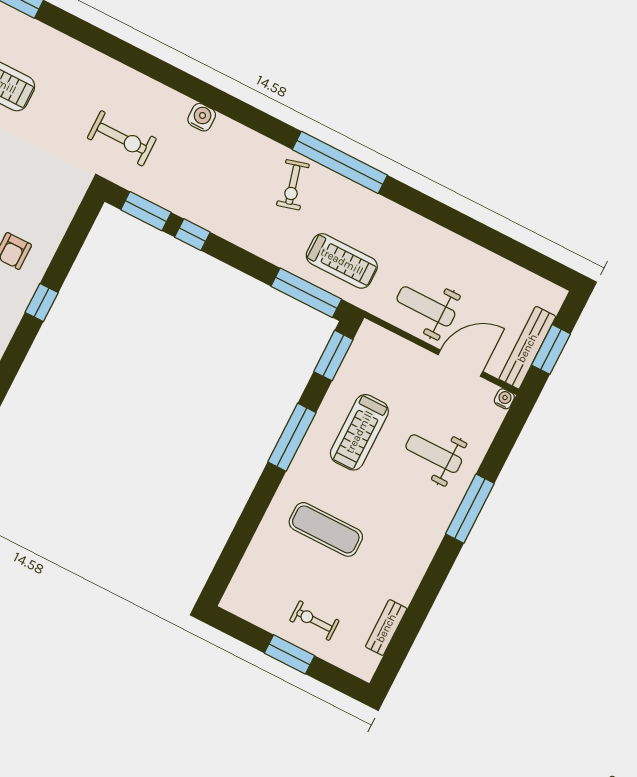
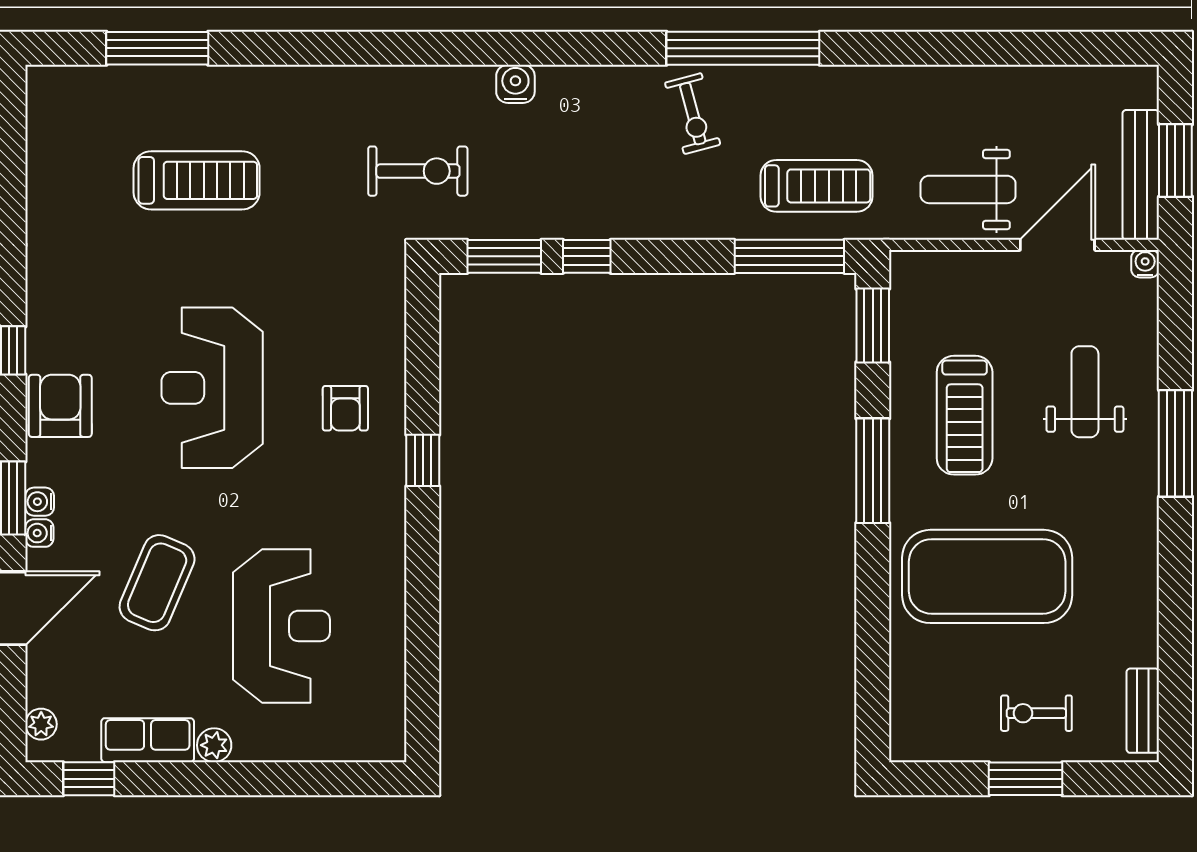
weight bench: (434, 454) -> (1085, 392), turned 90
exercise mat: (326, 529) -> (987, 576), width x2.00, depth x1.45
bench: (386, 628) -> (1143, 711), moved

